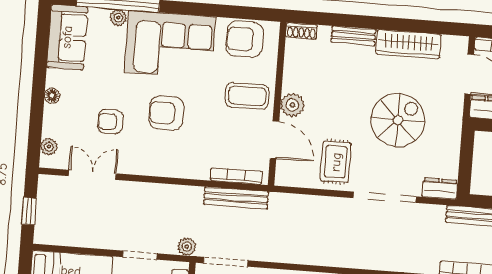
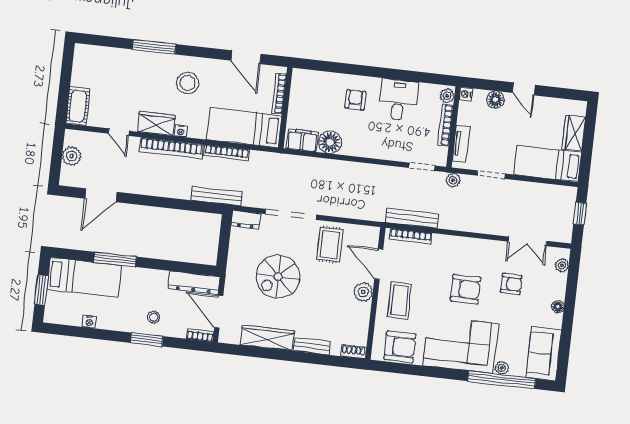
coffee table: (247, 96) -> (400, 301), turned 90
doorway: (226, 262) -> (422, 167), width x0.73

